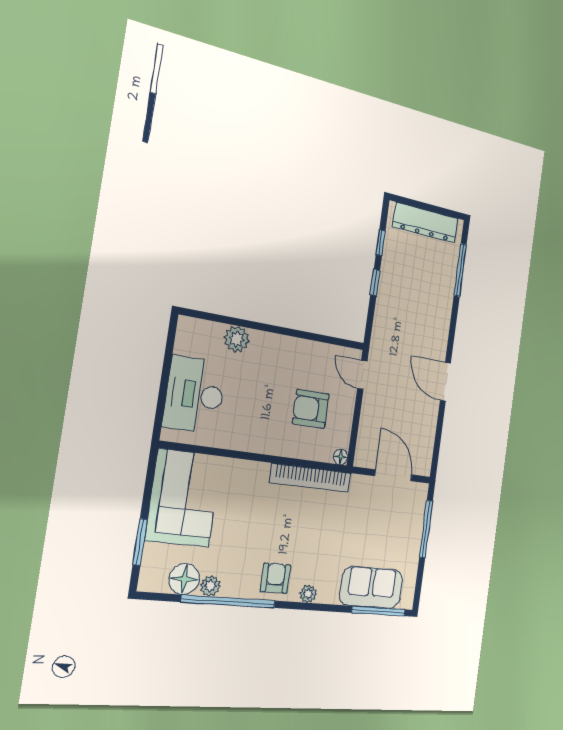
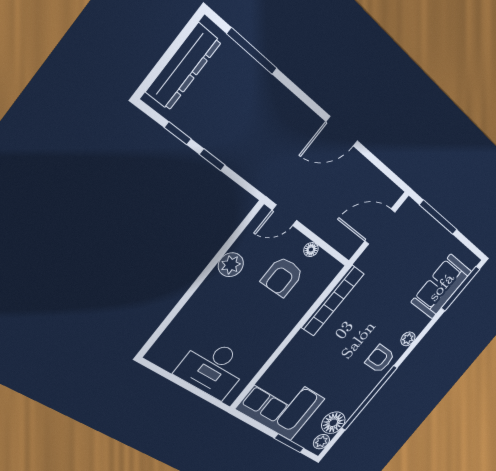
plant: (237, 339) -> (231, 265), moved
floor lamp: (341, 457) -> (311, 250), moved
plant: (210, 586) -> (321, 442), moved

